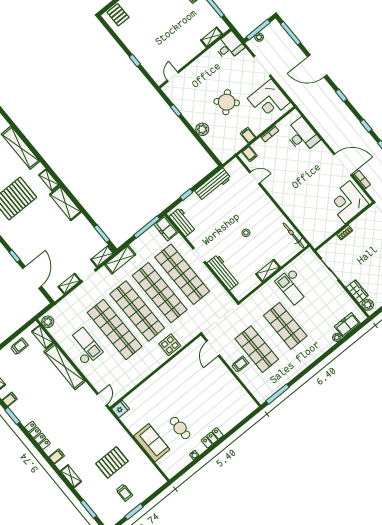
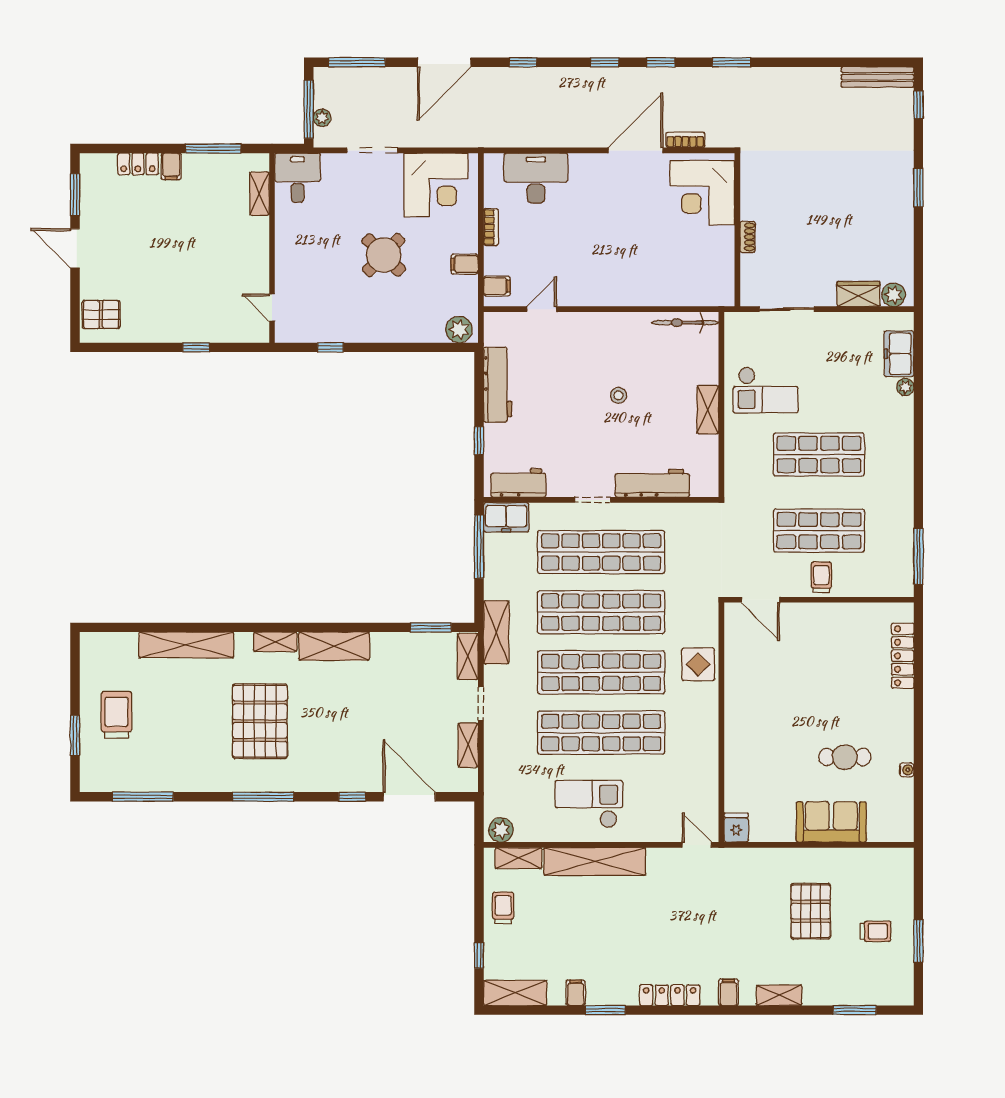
plant: (202, 129) -> (459, 330), moved
locker: (212, 438) -> (903, 656), moved, width x1.53

